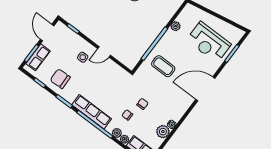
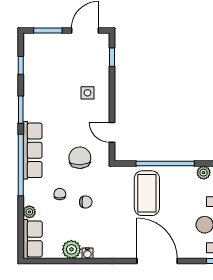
door: (104, 52) -> (112, 132), moved
row of seats: (38, 57) -> (49, 42), removed
coffee table: (163, 66) -> (147, 193), width x1.36, depth x1.32
chair: (60, 79) -> (80, 158), moved
plant: (117, 133) -> (30, 198), removed

